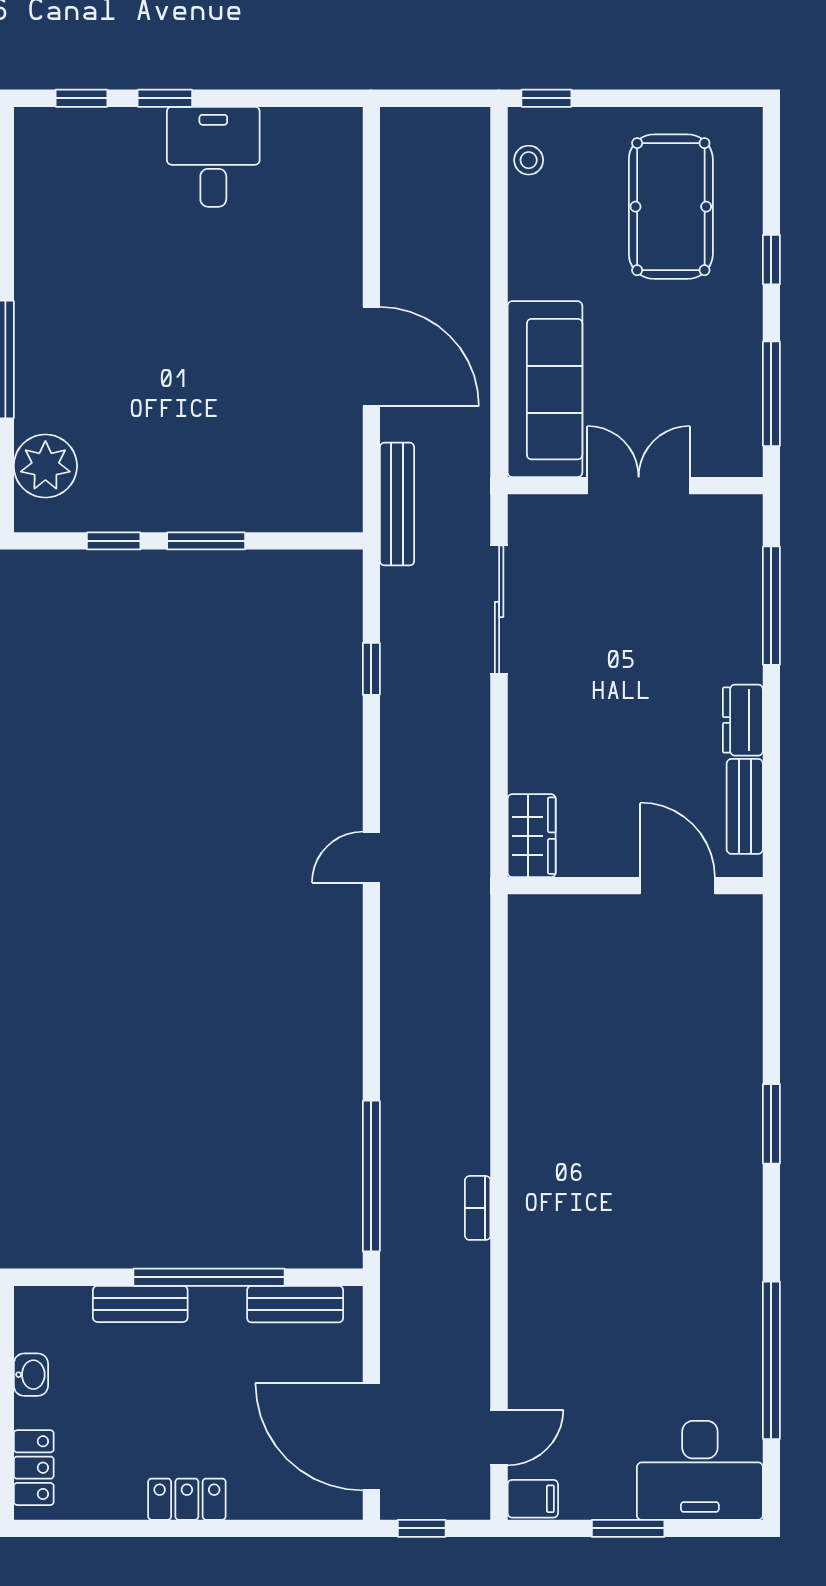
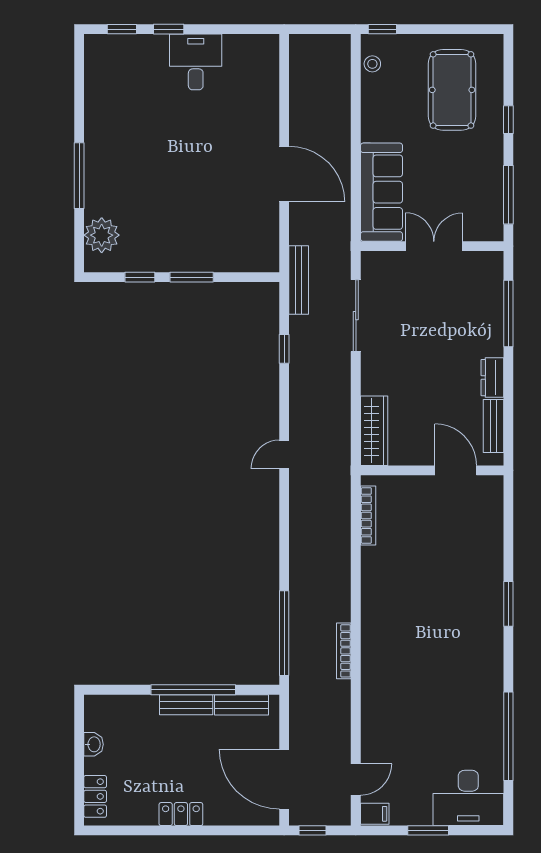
bench: (397, 504) -> (299, 280), moved
wardrobe: (532, 836) -> (374, 431), width x1.50
bookcase: (521, 966) -> (368, 515), added
bookcase: (478, 1208) -> (344, 651), width x1.56
bench: (140, 1304) -> (186, 705), moved

